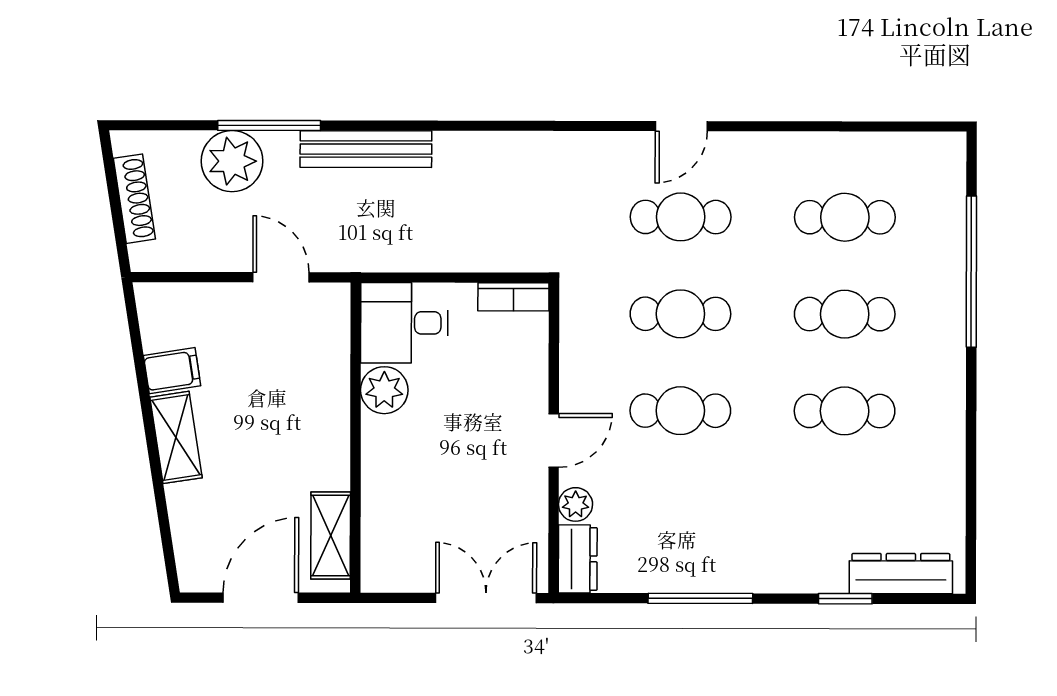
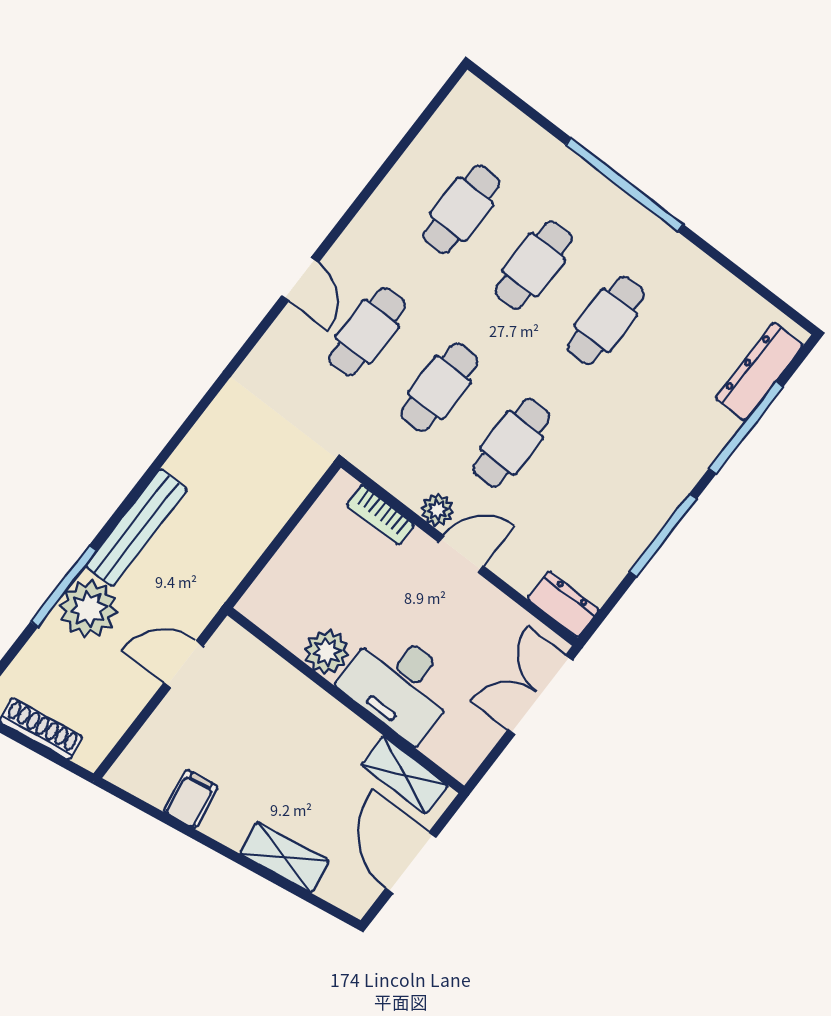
plant: (232, 161) -> (88, 609), moved
window: (971, 272) -> (625, 185), moved
bookcase: (513, 297) -> (381, 515), moved, turned 90
desk: (404, 323) -> (400, 684), moved, width x1.37
shelving: (176, 437) -> (285, 857), moved
door: (554, 440) -> (461, 554), hinge flipped
plant: (576, 504) -> (437, 510), moved
window: (845, 599) -> (746, 427), width x2.17

